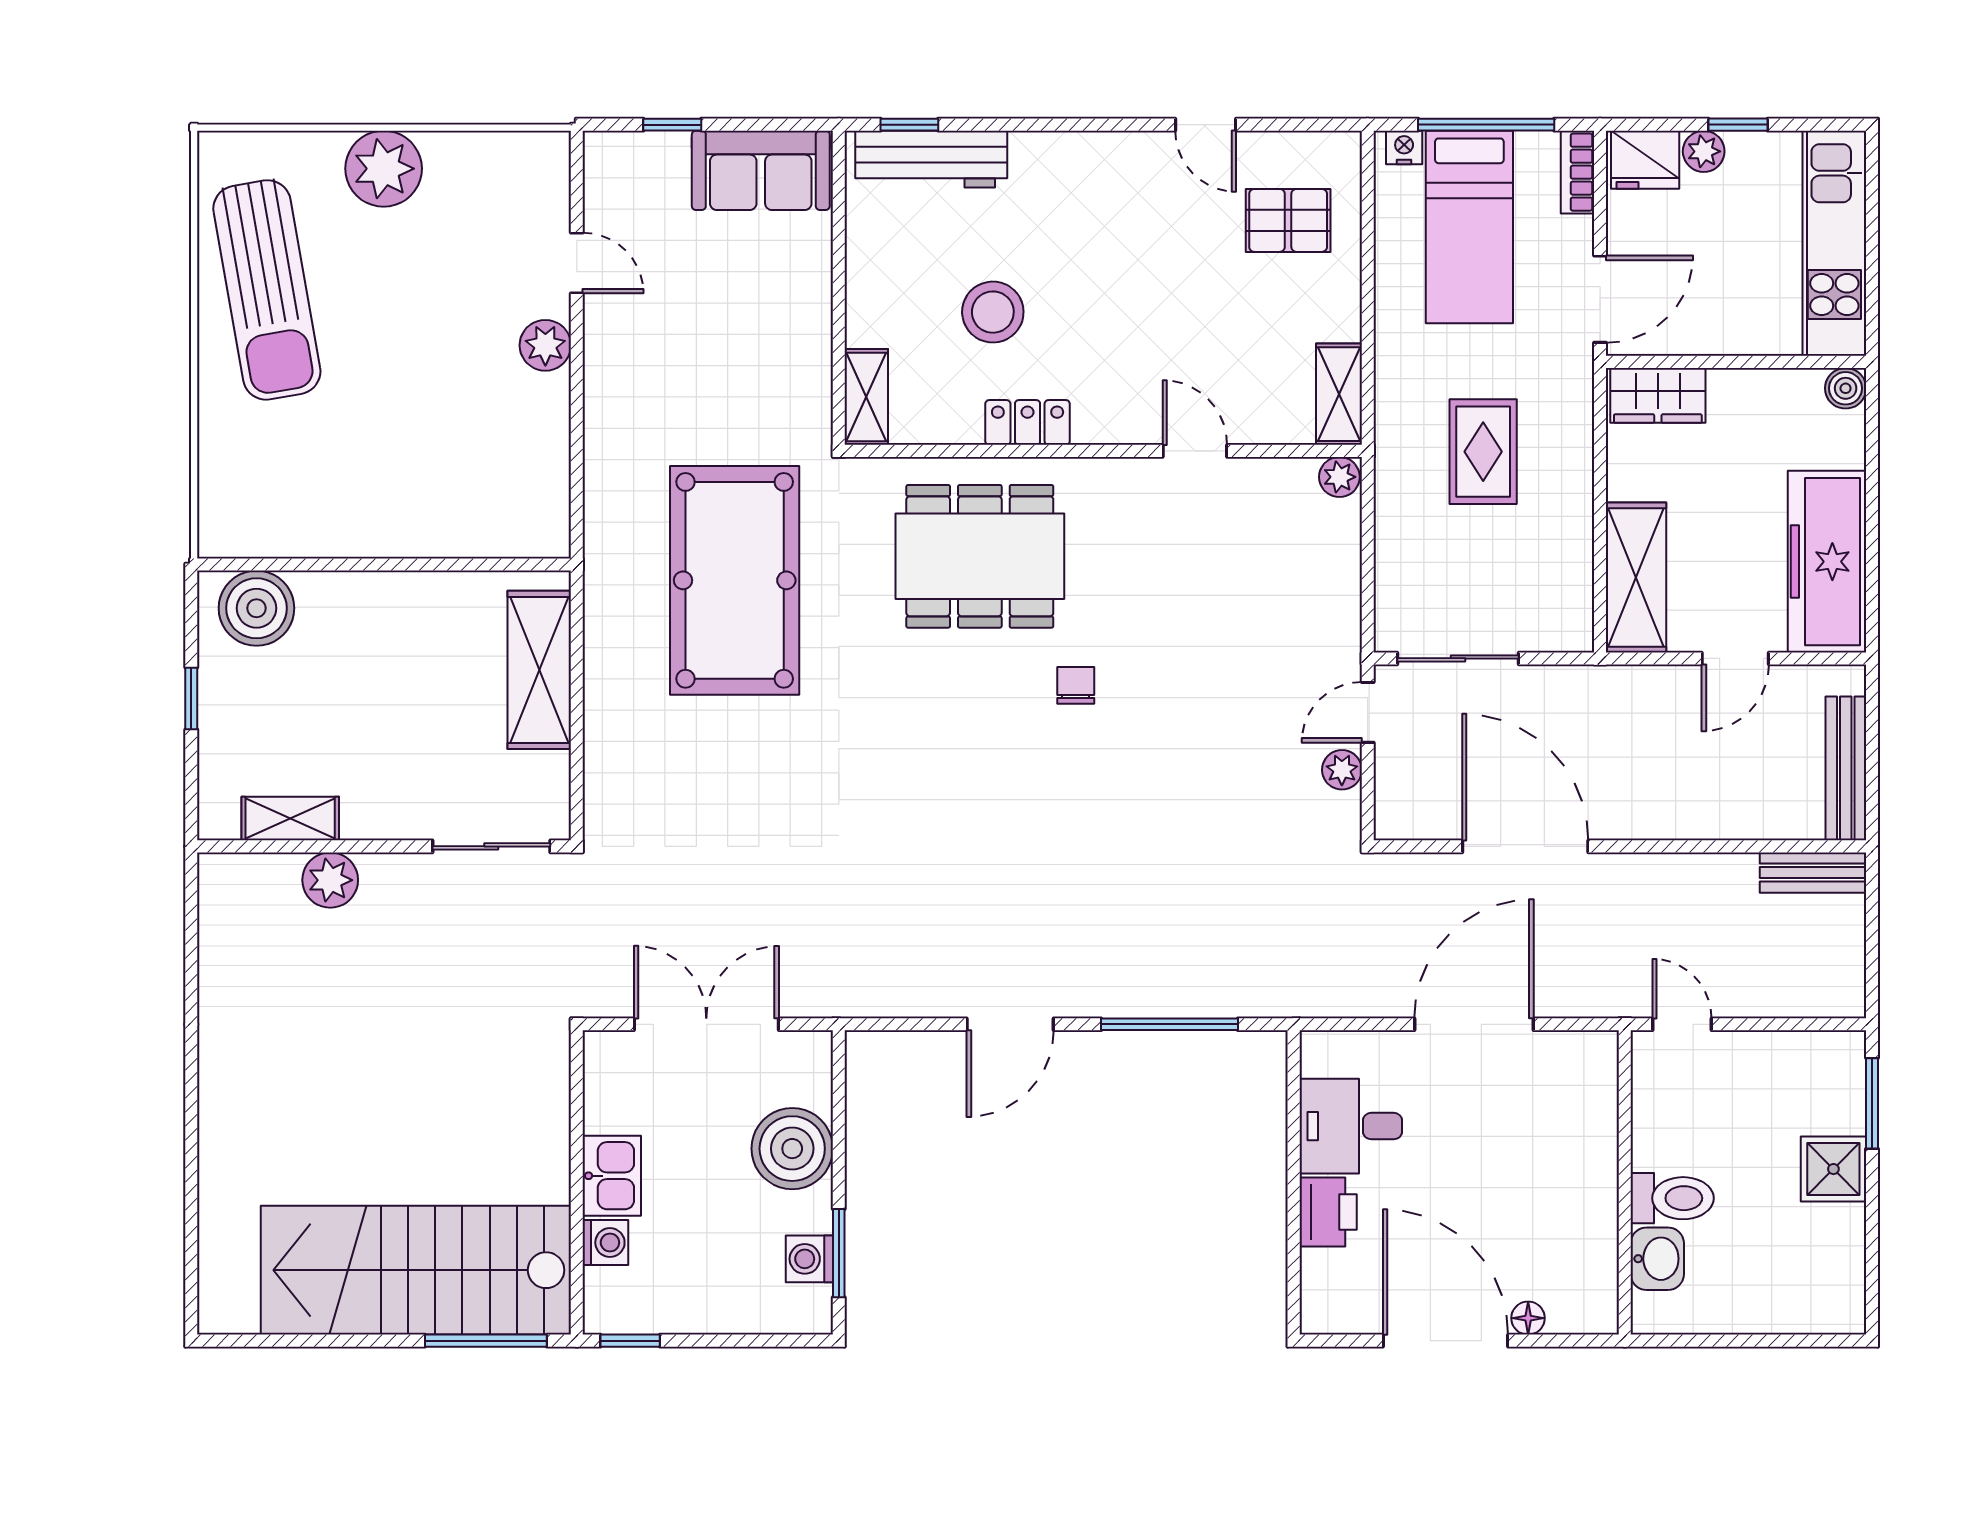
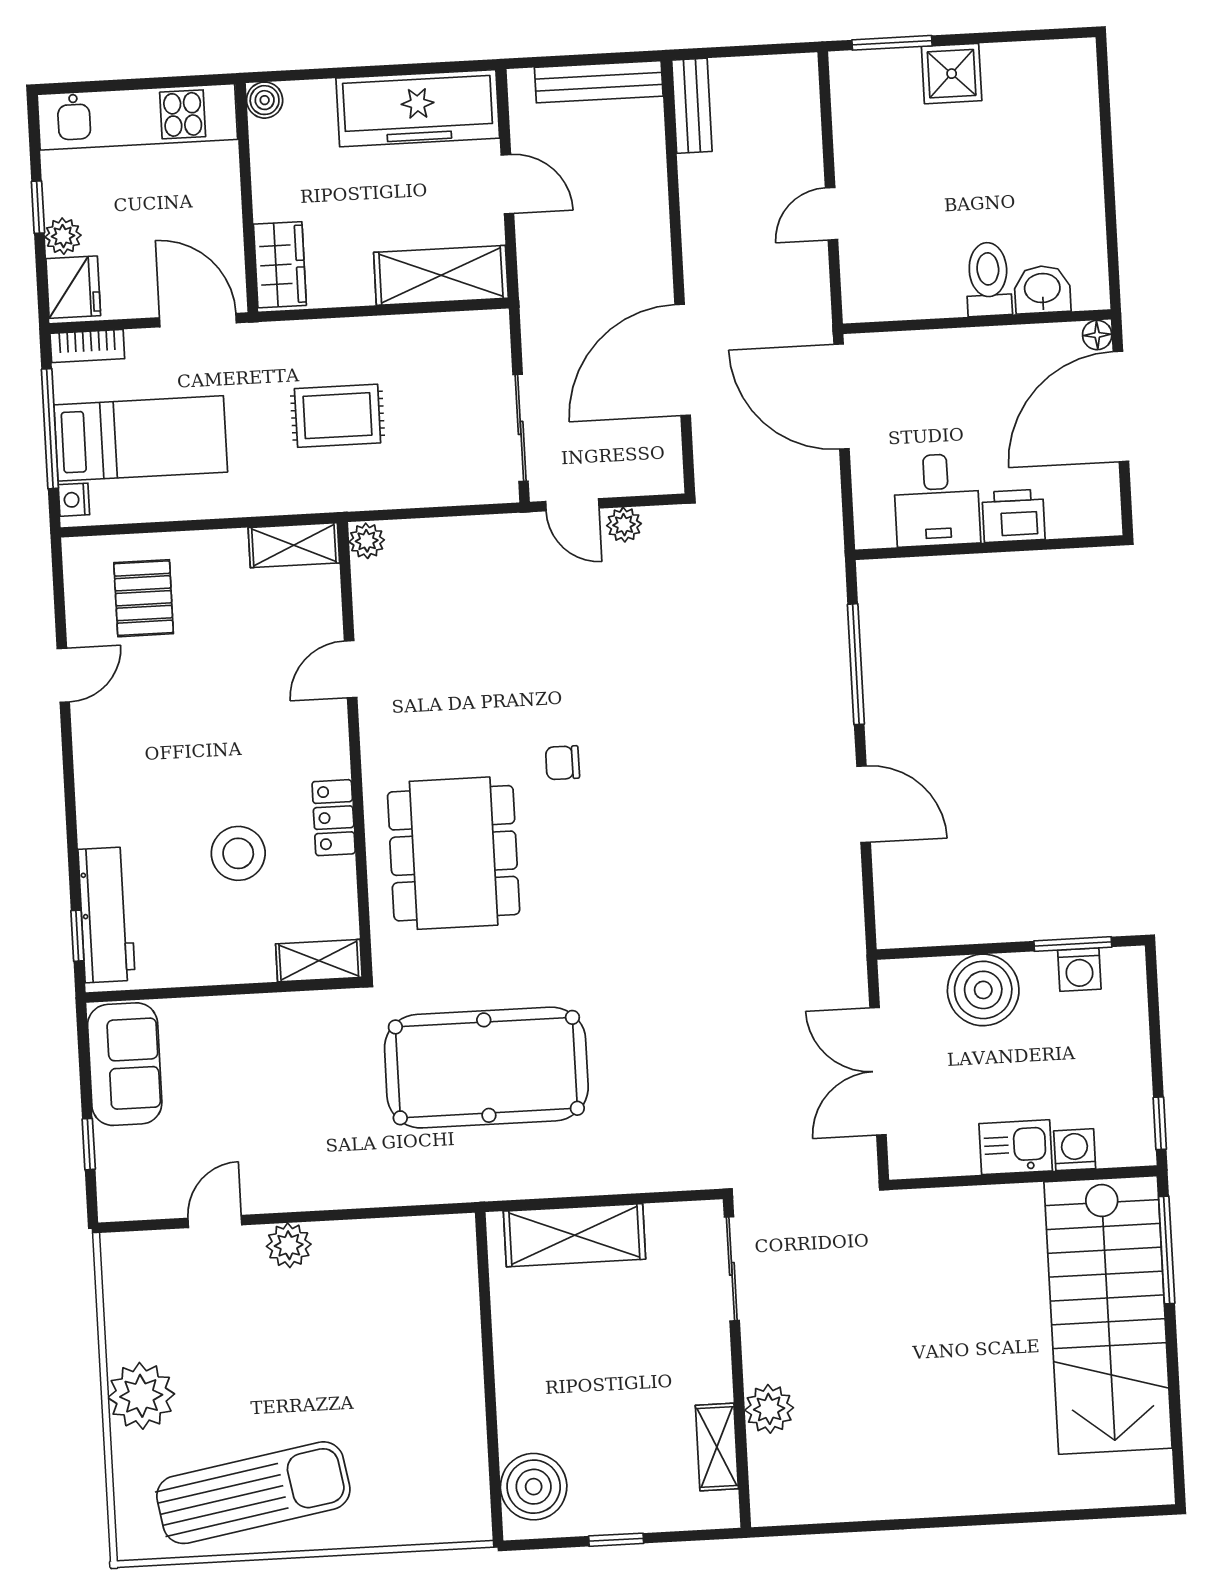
wall: (1625, 1182) -> (977, 322), moved
toilet: (1672, 1198) -> (988, 279), moved
washbasin: (1657, 1259) -> (1042, 289), moved

